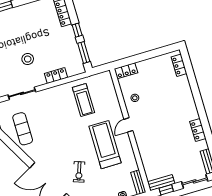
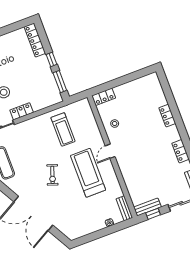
locker: (179, 65) -> (167, 116), moved
locker: (56, 76) -> (22, 111), moved
exercise bike: (79, 172) -> (52, 175), moved

